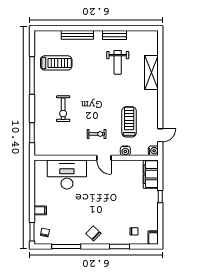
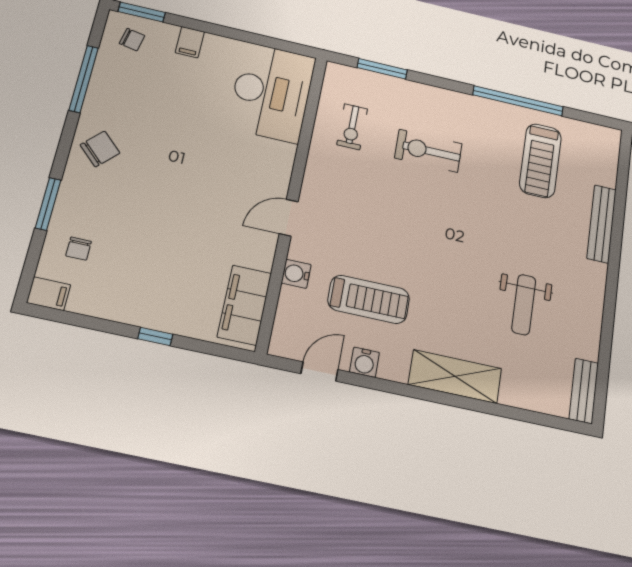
bench: (115, 35) -> (584, 391), moved
weight bench: (118, 62) -> (524, 305), turned -90
shelving: (151, 72) -> (455, 377), moved
exercise bike: (97, 134) -> (352, 127), moved
door: (160, 135) -> (320, 372), swing flipped
water cooler: (153, 151) -> (365, 362), moved
desk: (67, 174) -> (271, 92), moved
filing cabinet: (151, 174) -> (244, 305), moved, turned -90

